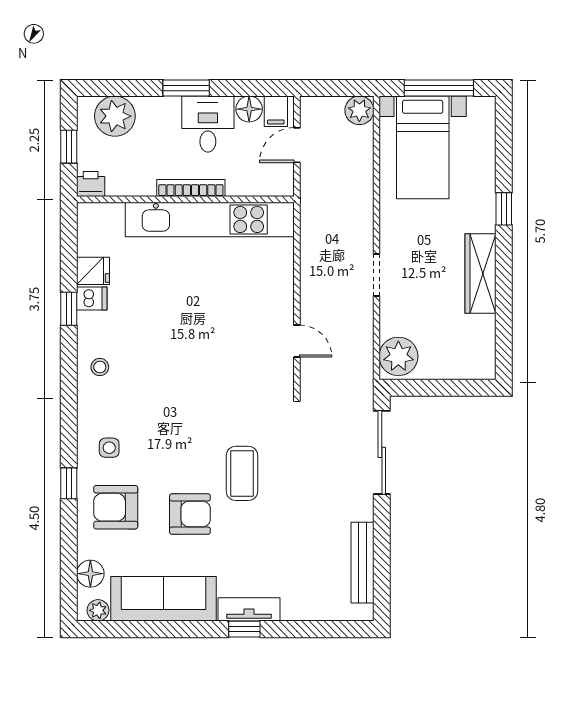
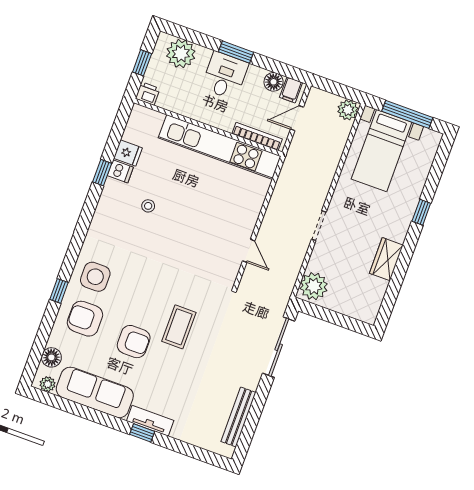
desk: (208, 124) -> (225, 76), moved
bookcase: (191, 188) -> (257, 136), moved
wardrobe: (480, 273) -> (386, 259), width x0.67
stool: (100, 367) -> (148, 206), moved
side table: (109, 448) -> (95, 277), width x1.87, depth x1.87

